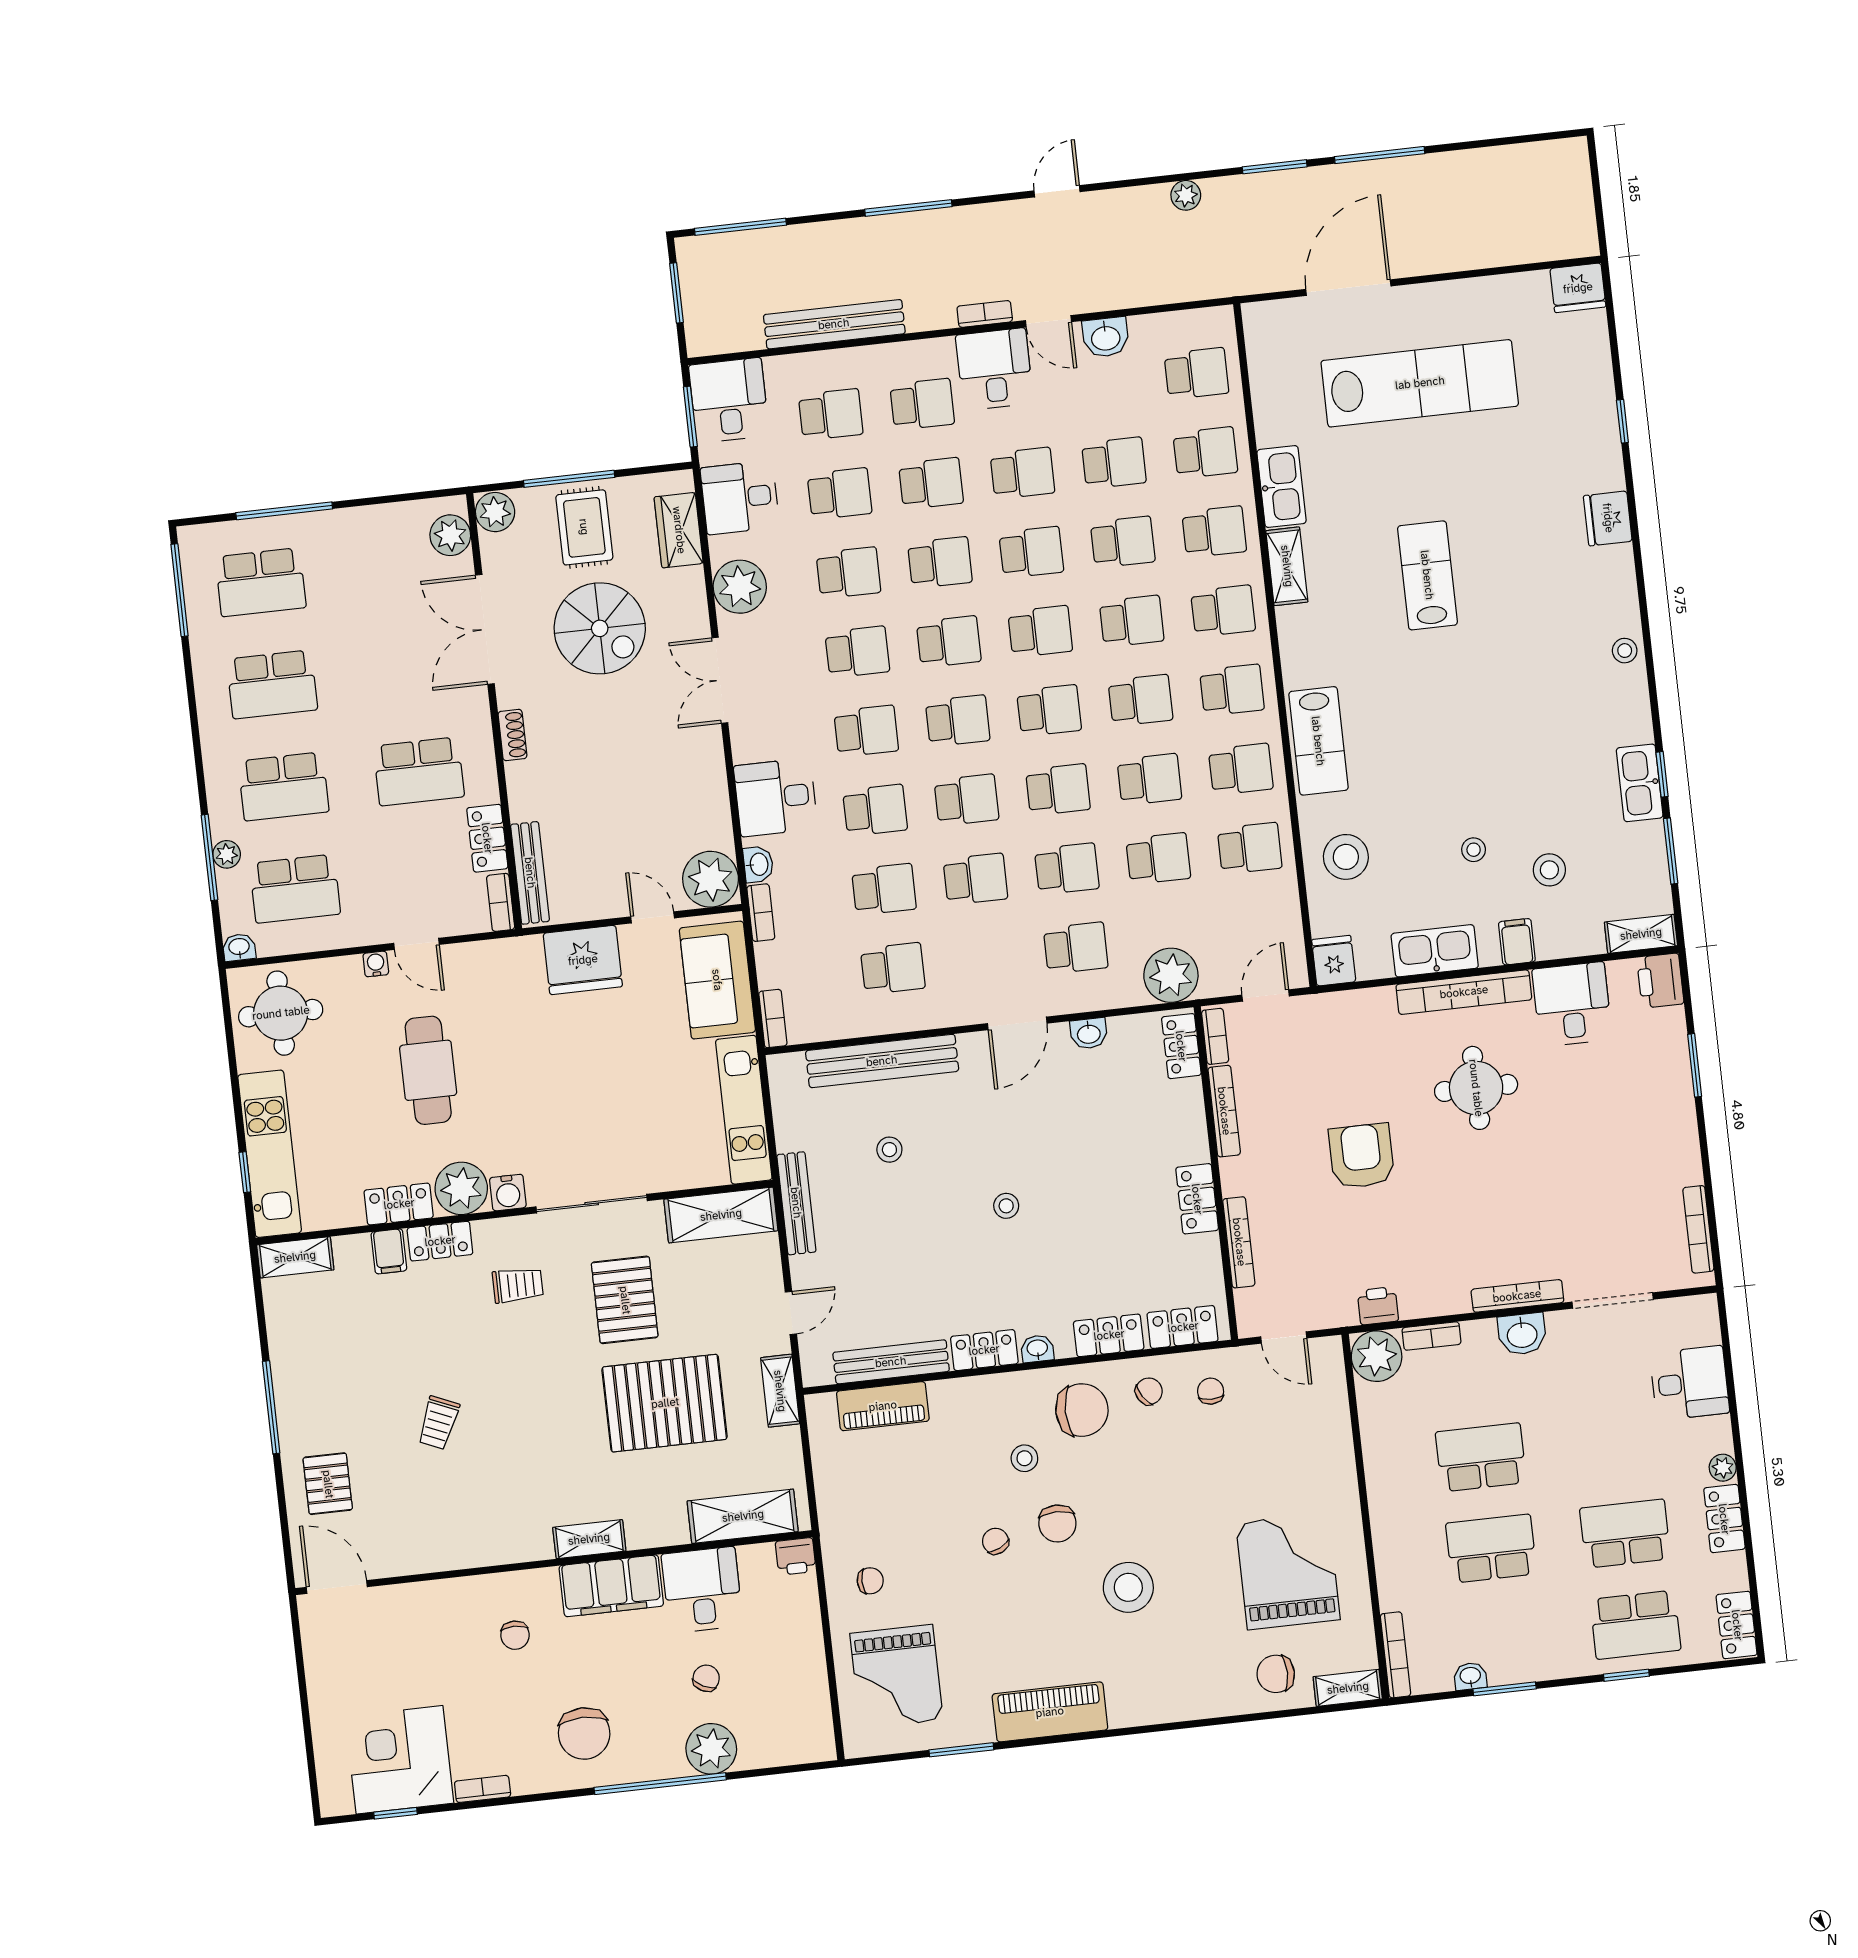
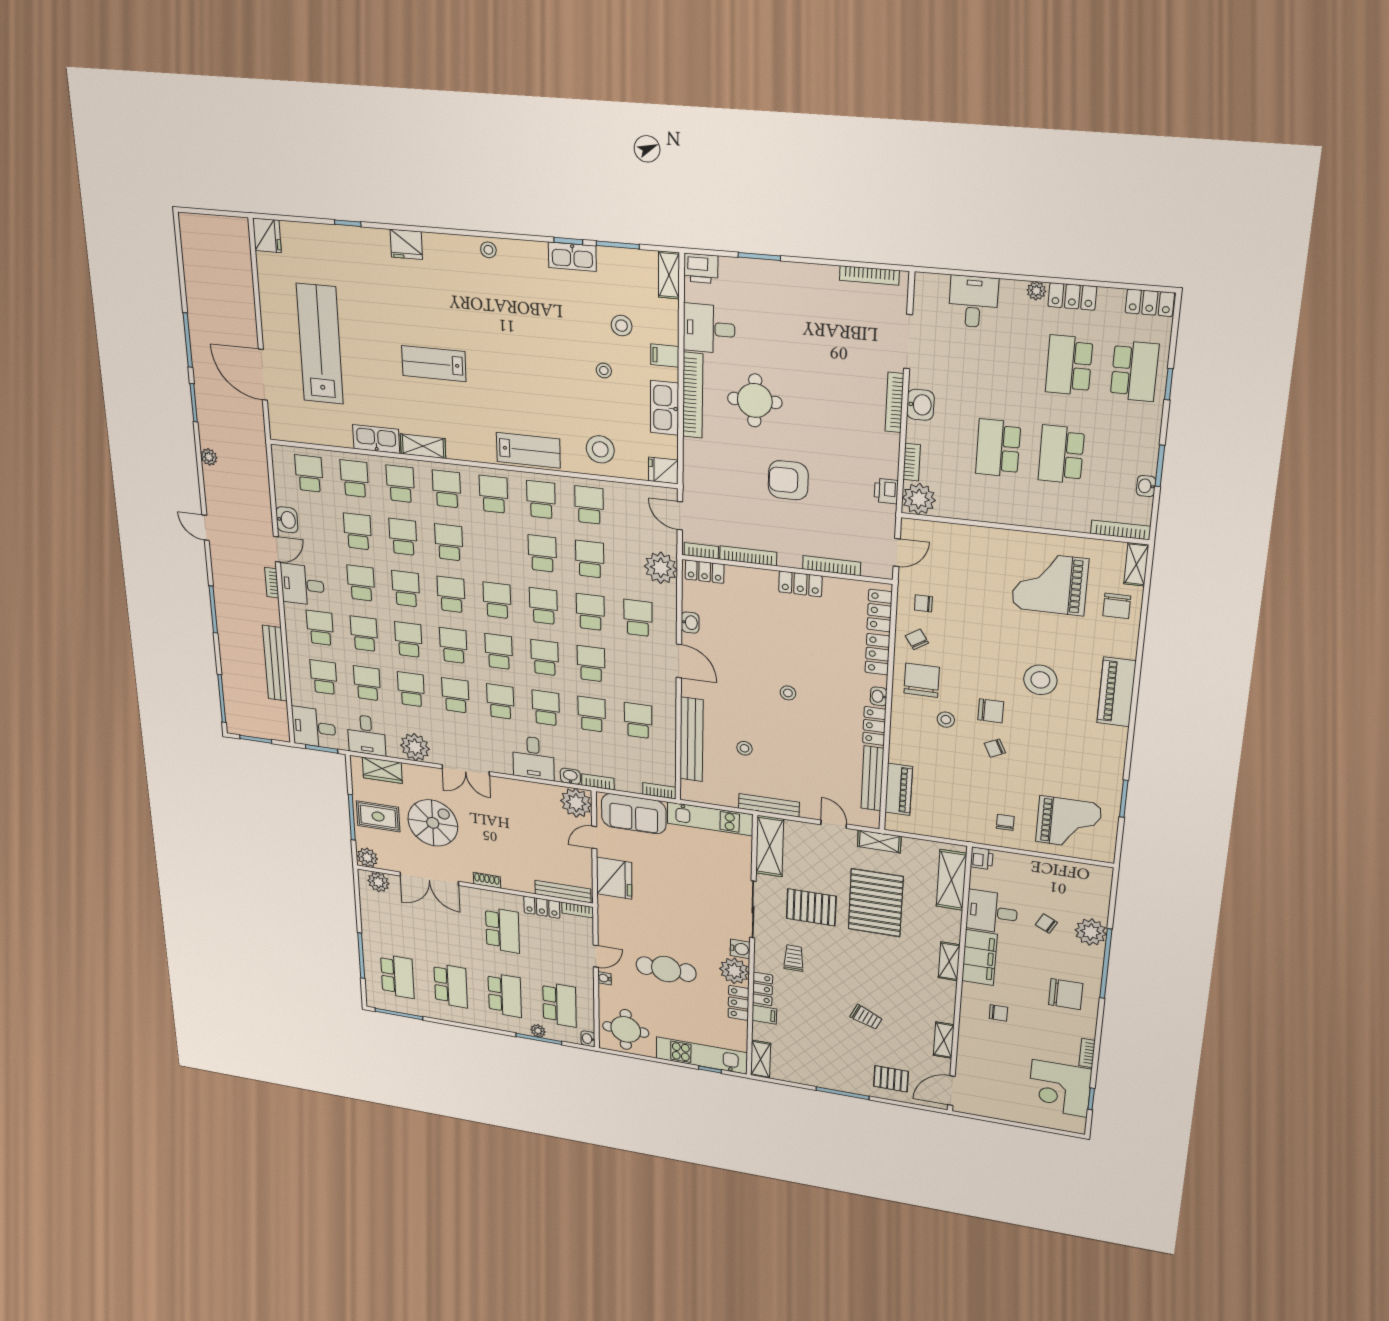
school desk: (1141, 700) -> (495, 548), removed
shelving: (434, 1557) -> (944, 1040), added
piano: (1050, 1712) -> (1116, 692), moved

